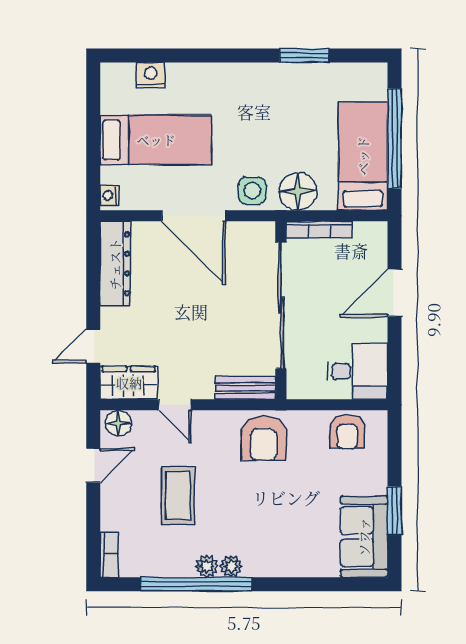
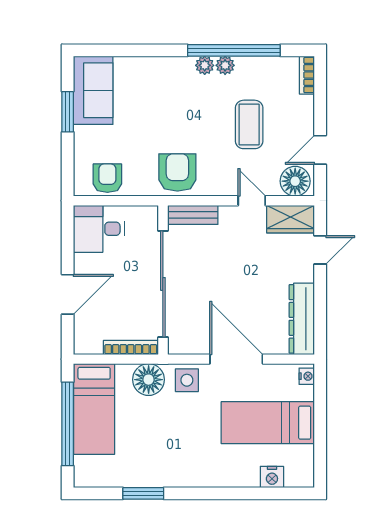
floor lamp: (118, 423) -> (295, 181), width x1.38, depth x1.38

